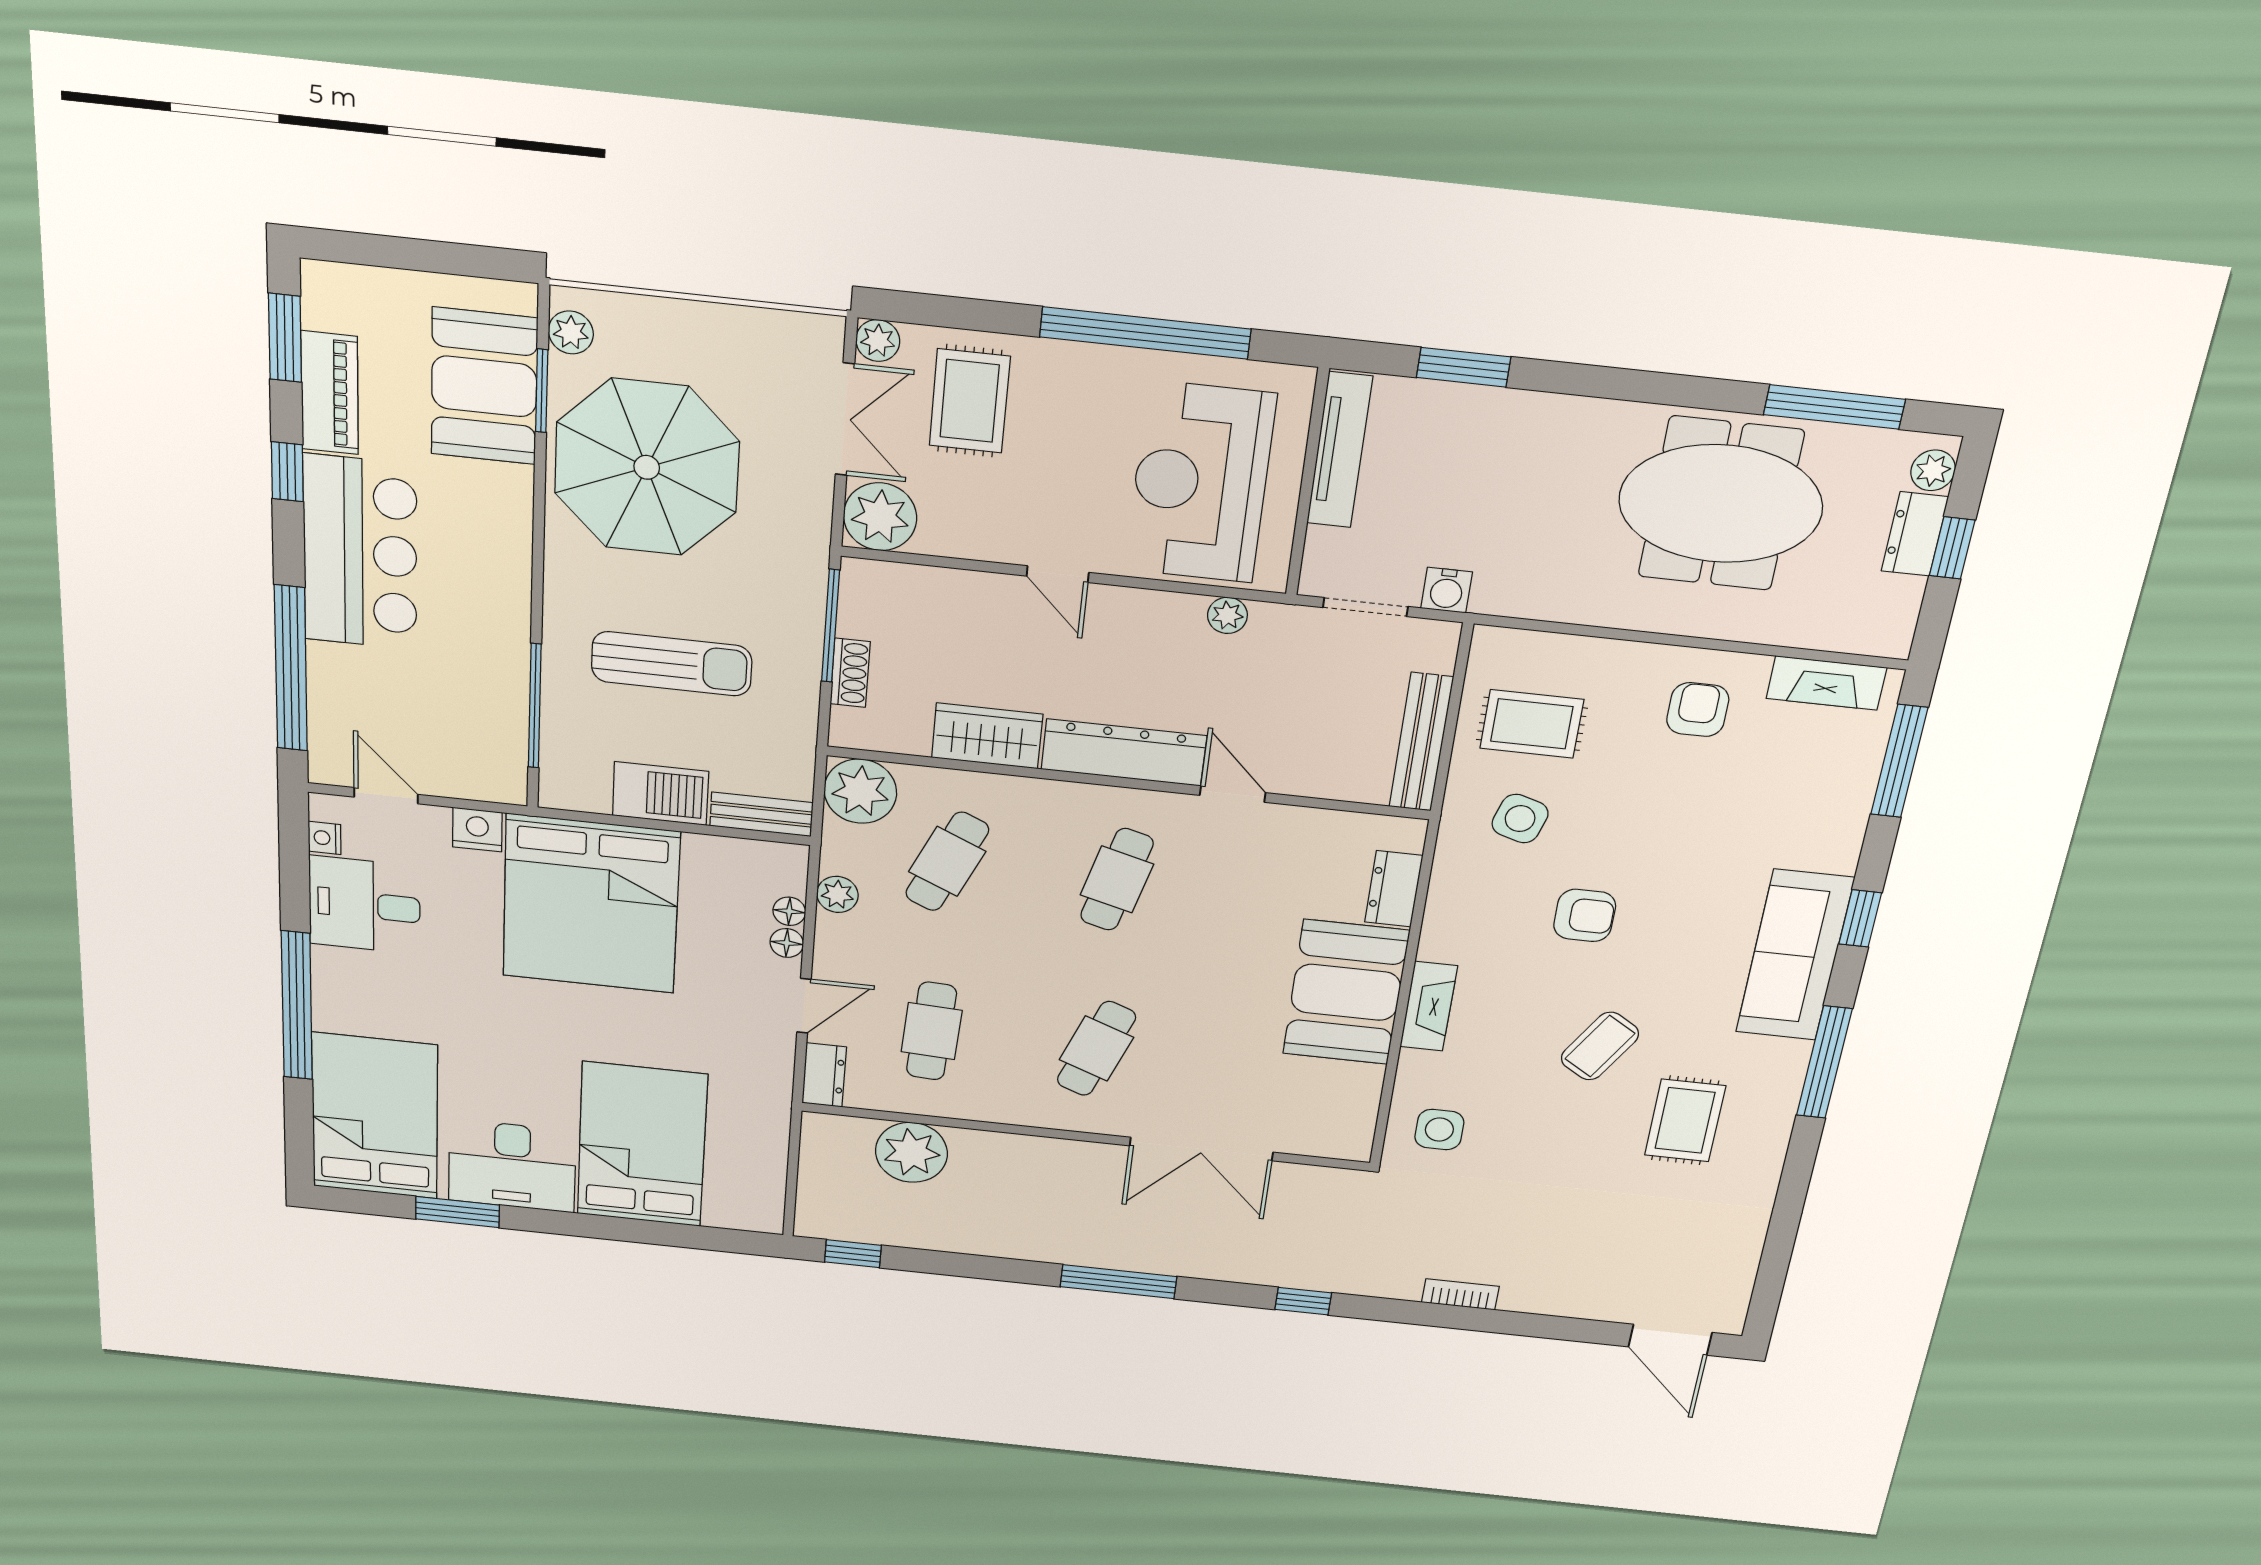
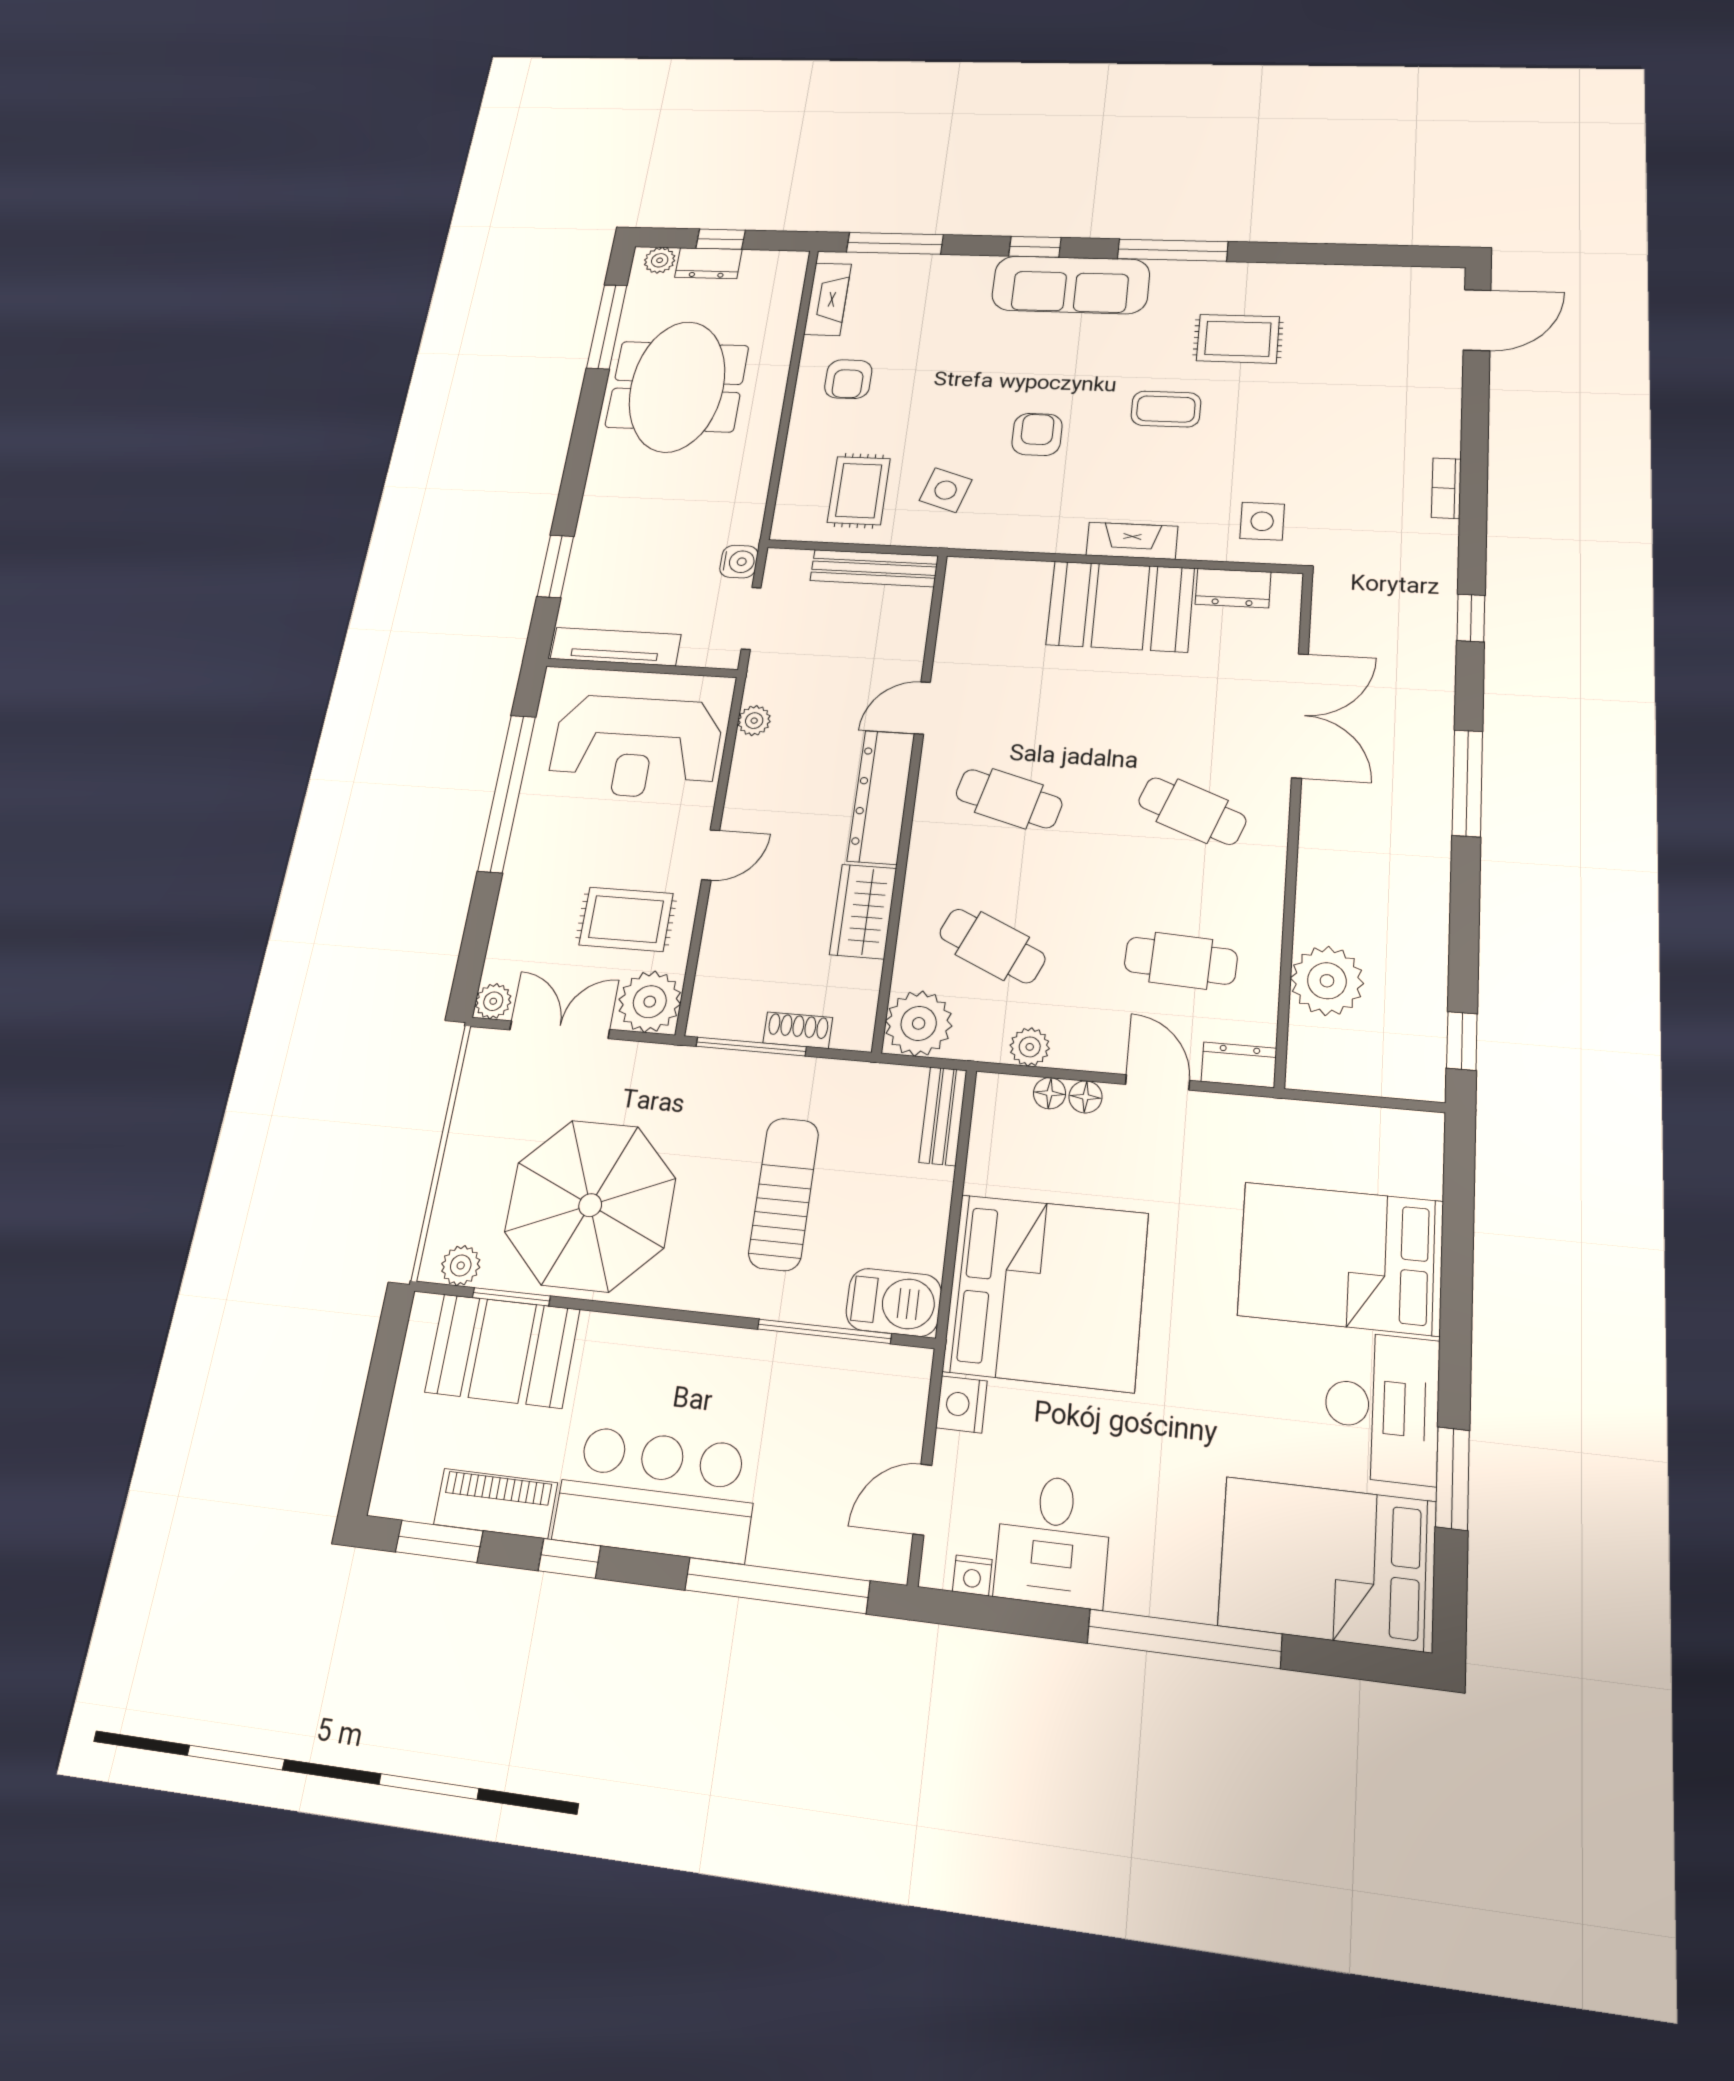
rug: (970, 401) -> (626, 919), moved
armchair: (1698, 710) -> (848, 379), turned -90
barbecue: (660, 794) -> (894, 1302), moved, turned 90
dresser: (1394, 889) -> (1233, 588), moved
coffee table: (1600, 1046) -> (1166, 409), turned -32

